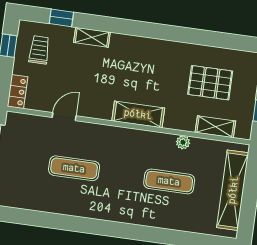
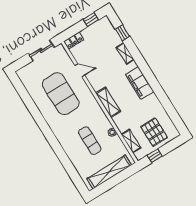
trolley: (39, 50) -> (100, 35), removed
filing cabinet: (147, 51) -> (140, 83), added
pallet: (210, 83) -> (154, 132), moved
exercise mat: (74, 168) -> (61, 94), width x2.00, depth x1.45

